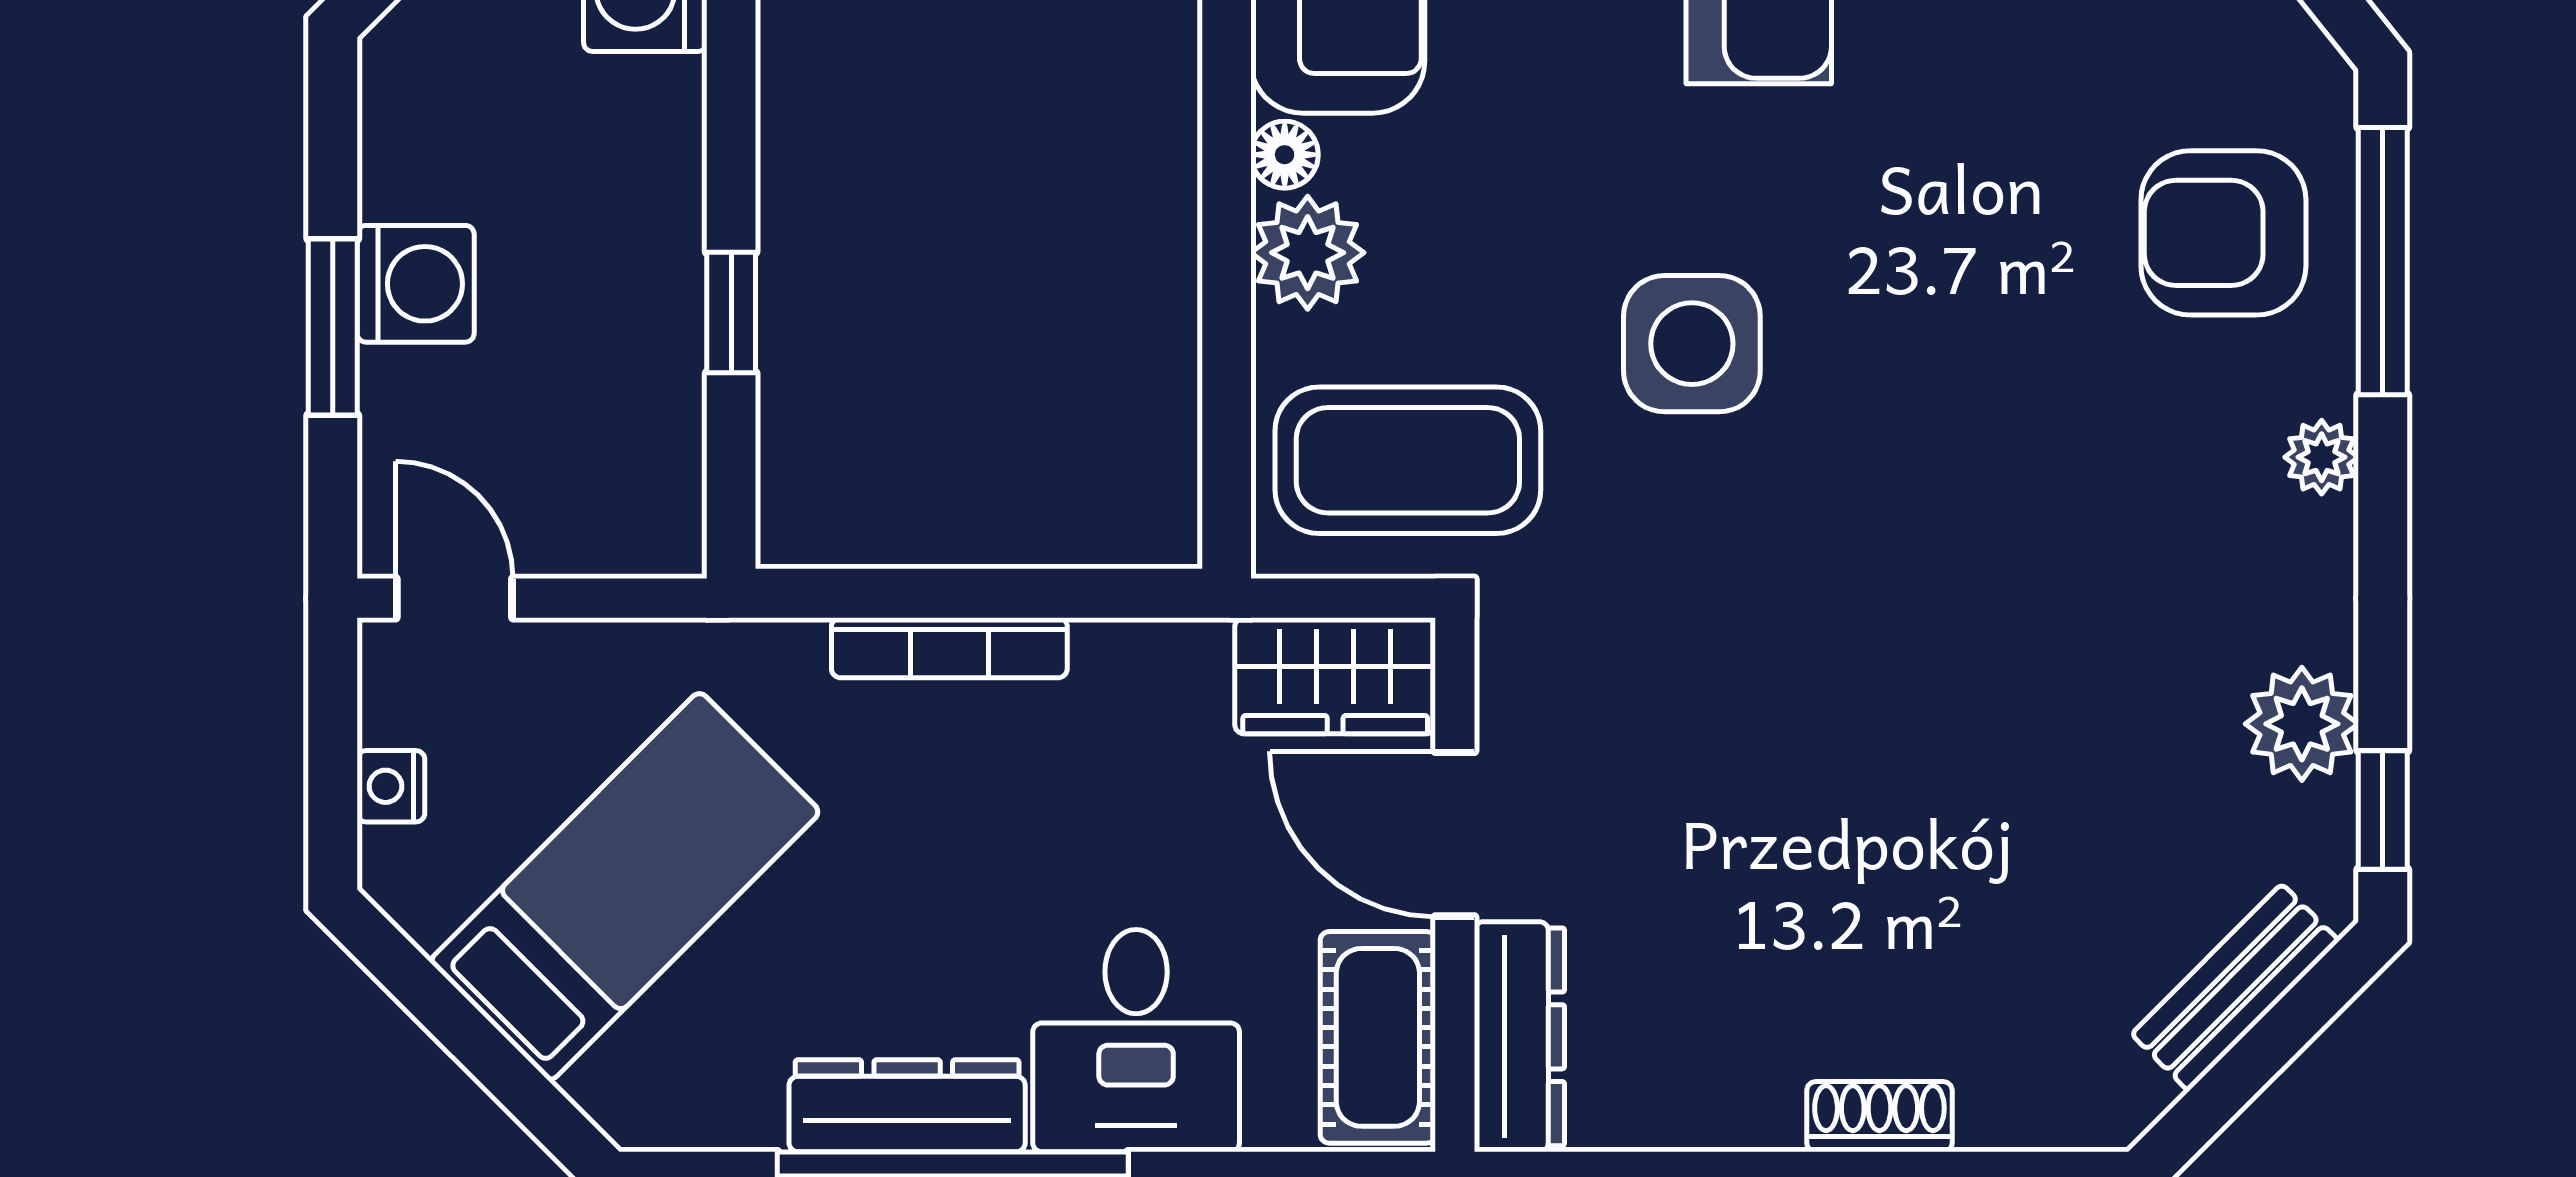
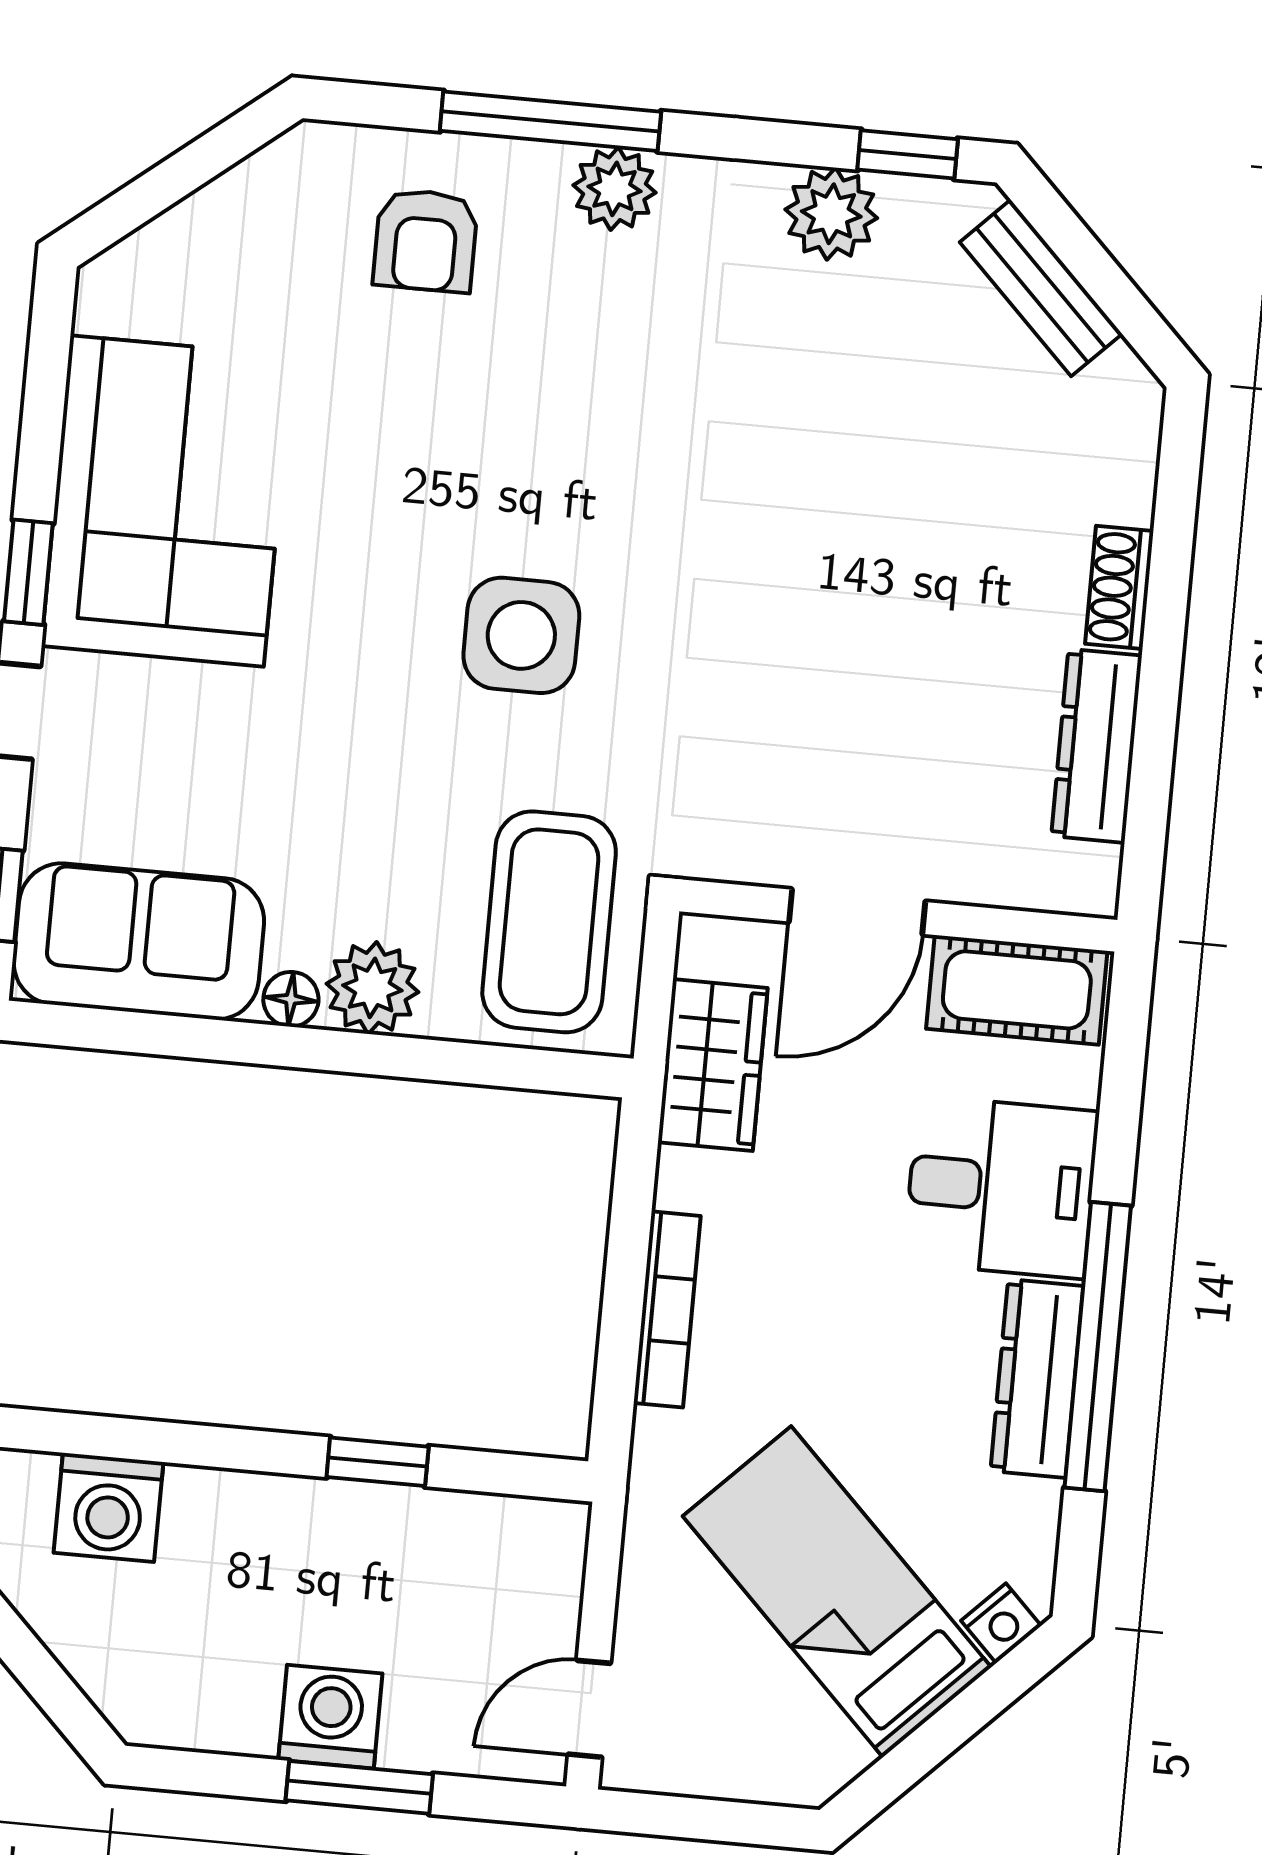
armchair: (2223, 233) -> (426, 241), width x0.72, depth x0.72
window: (2383, 261) -> (550, 121), moved
side table: (1692, 344) -> (521, 635), moved
plant: (2322, 457) -> (615, 189), width x1.38, depth x1.38
wardrobe: (1335, 676) -> (713, 1065), moved
nightstand: (391, 786) -> (1001, 1623), moved, turned -45
dresser: (1519, 1037) -> (1097, 746), moved, turned -90

